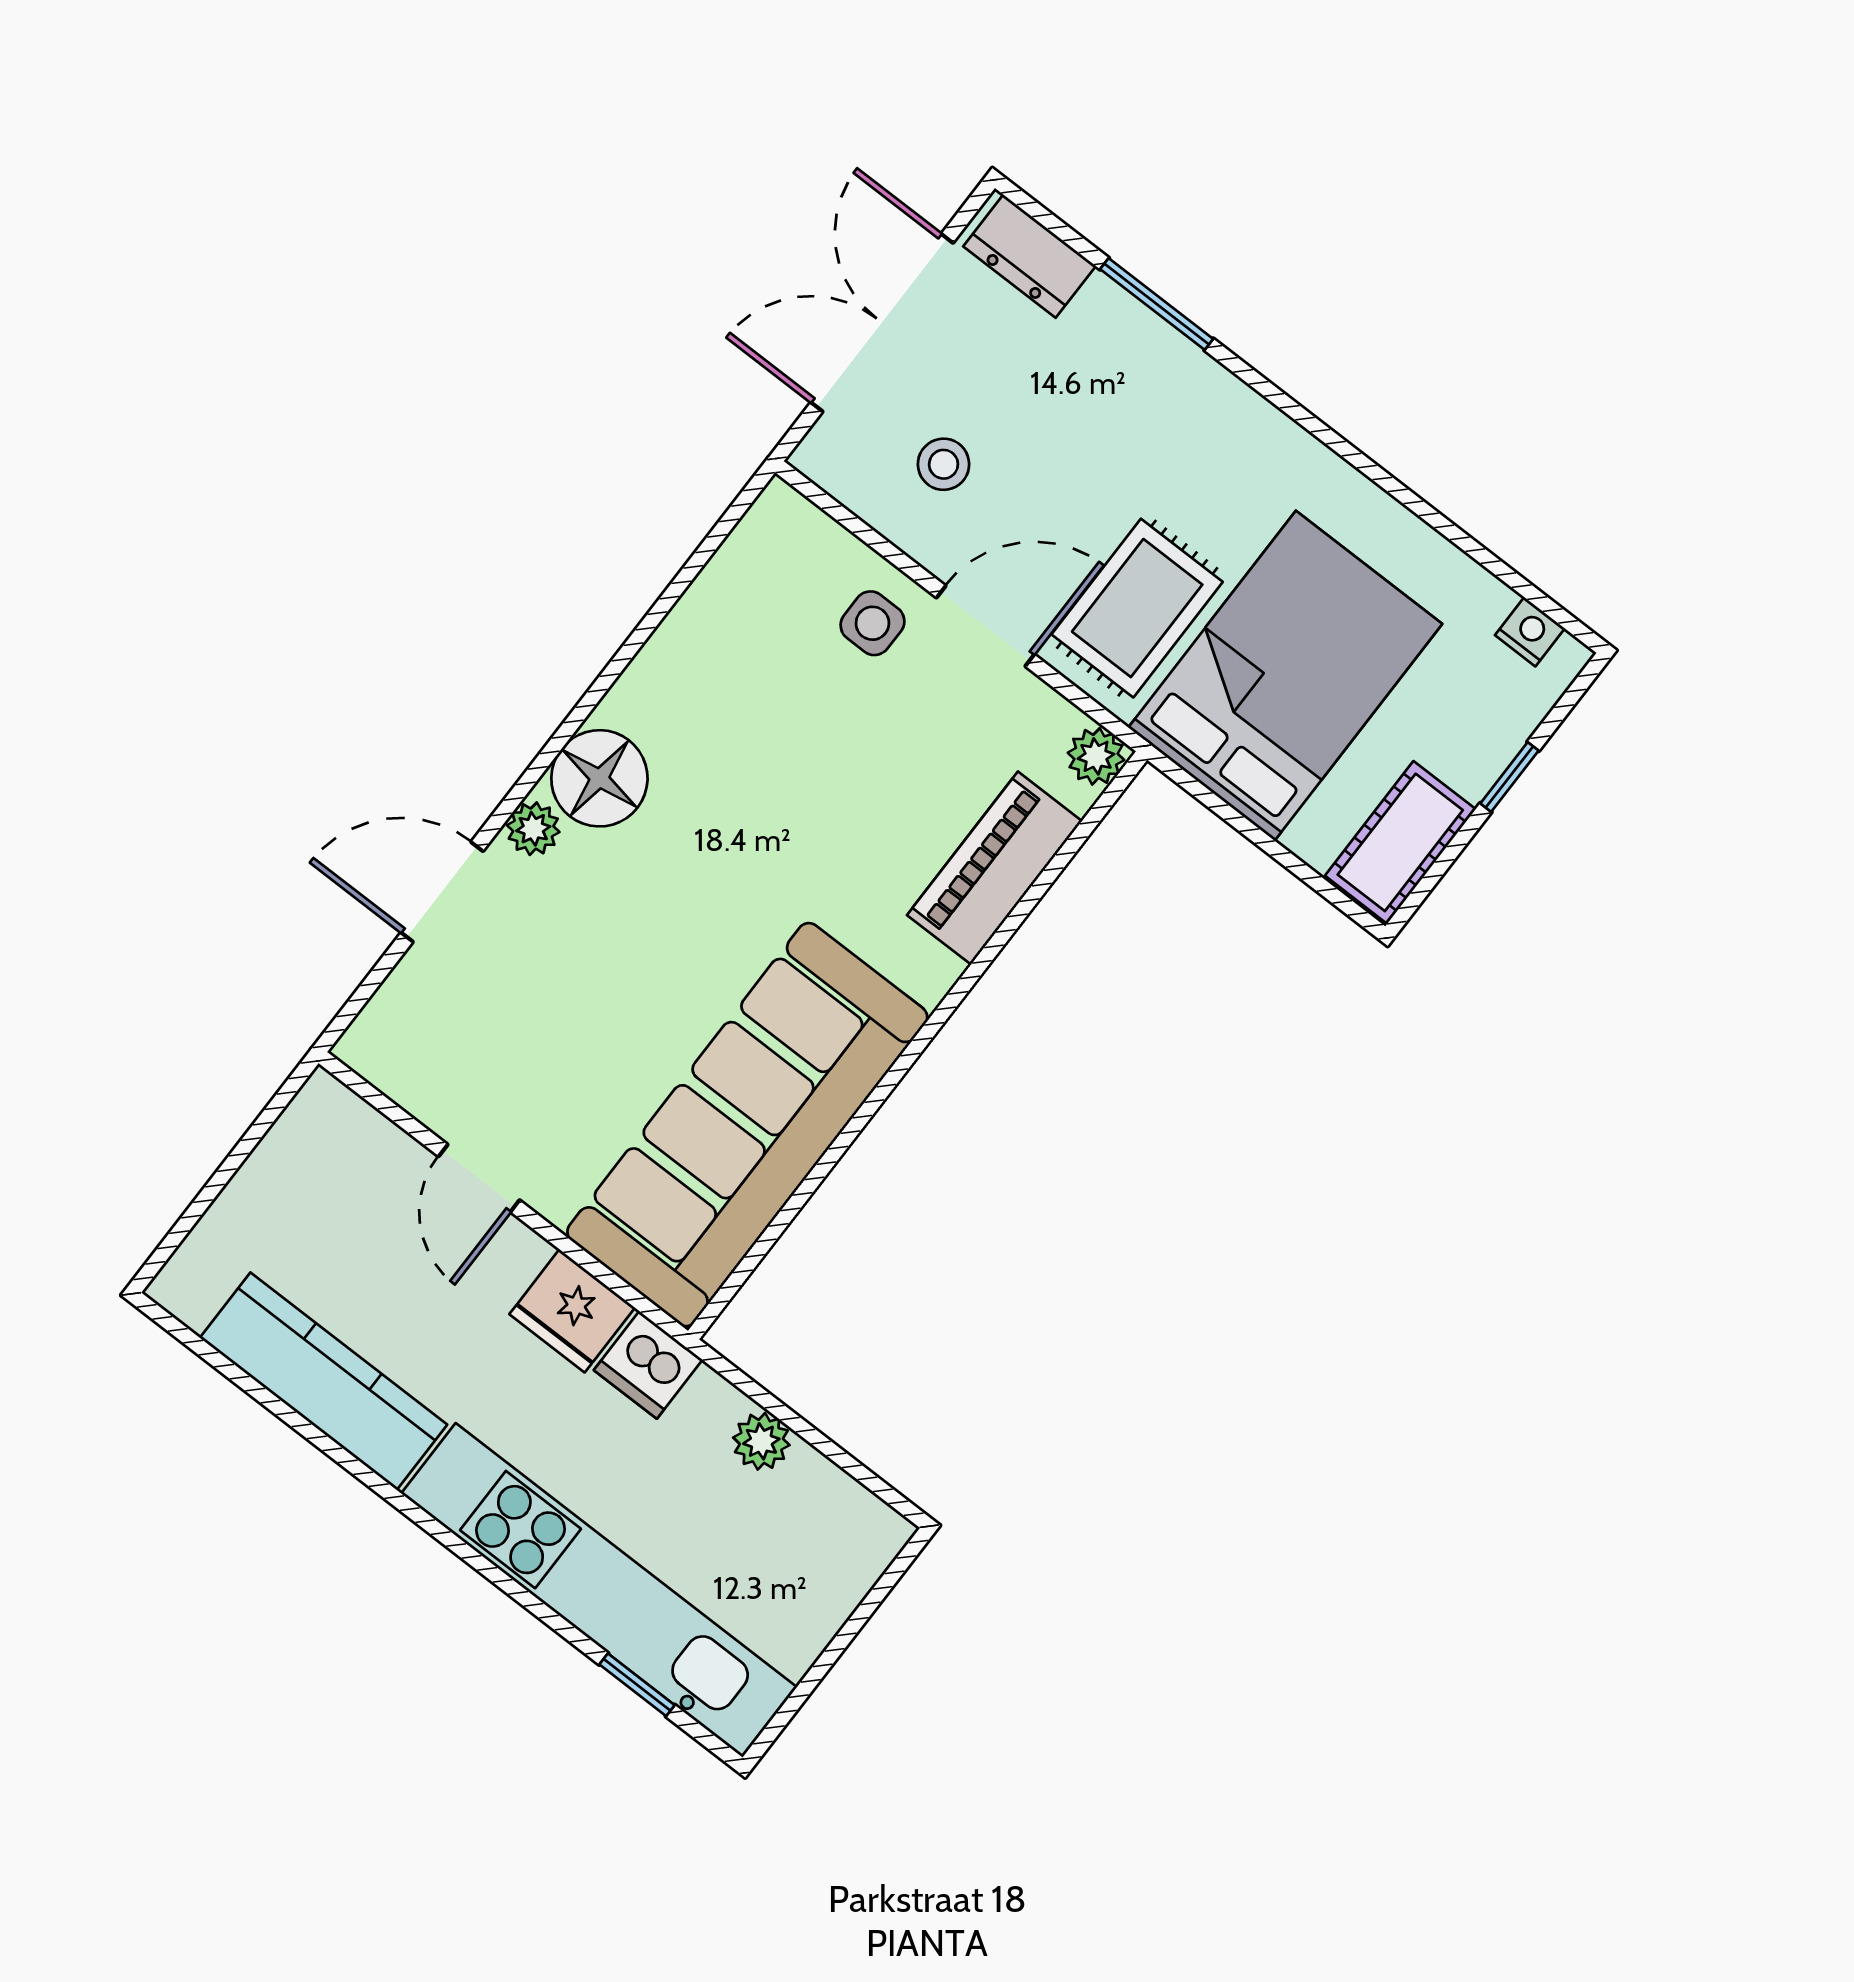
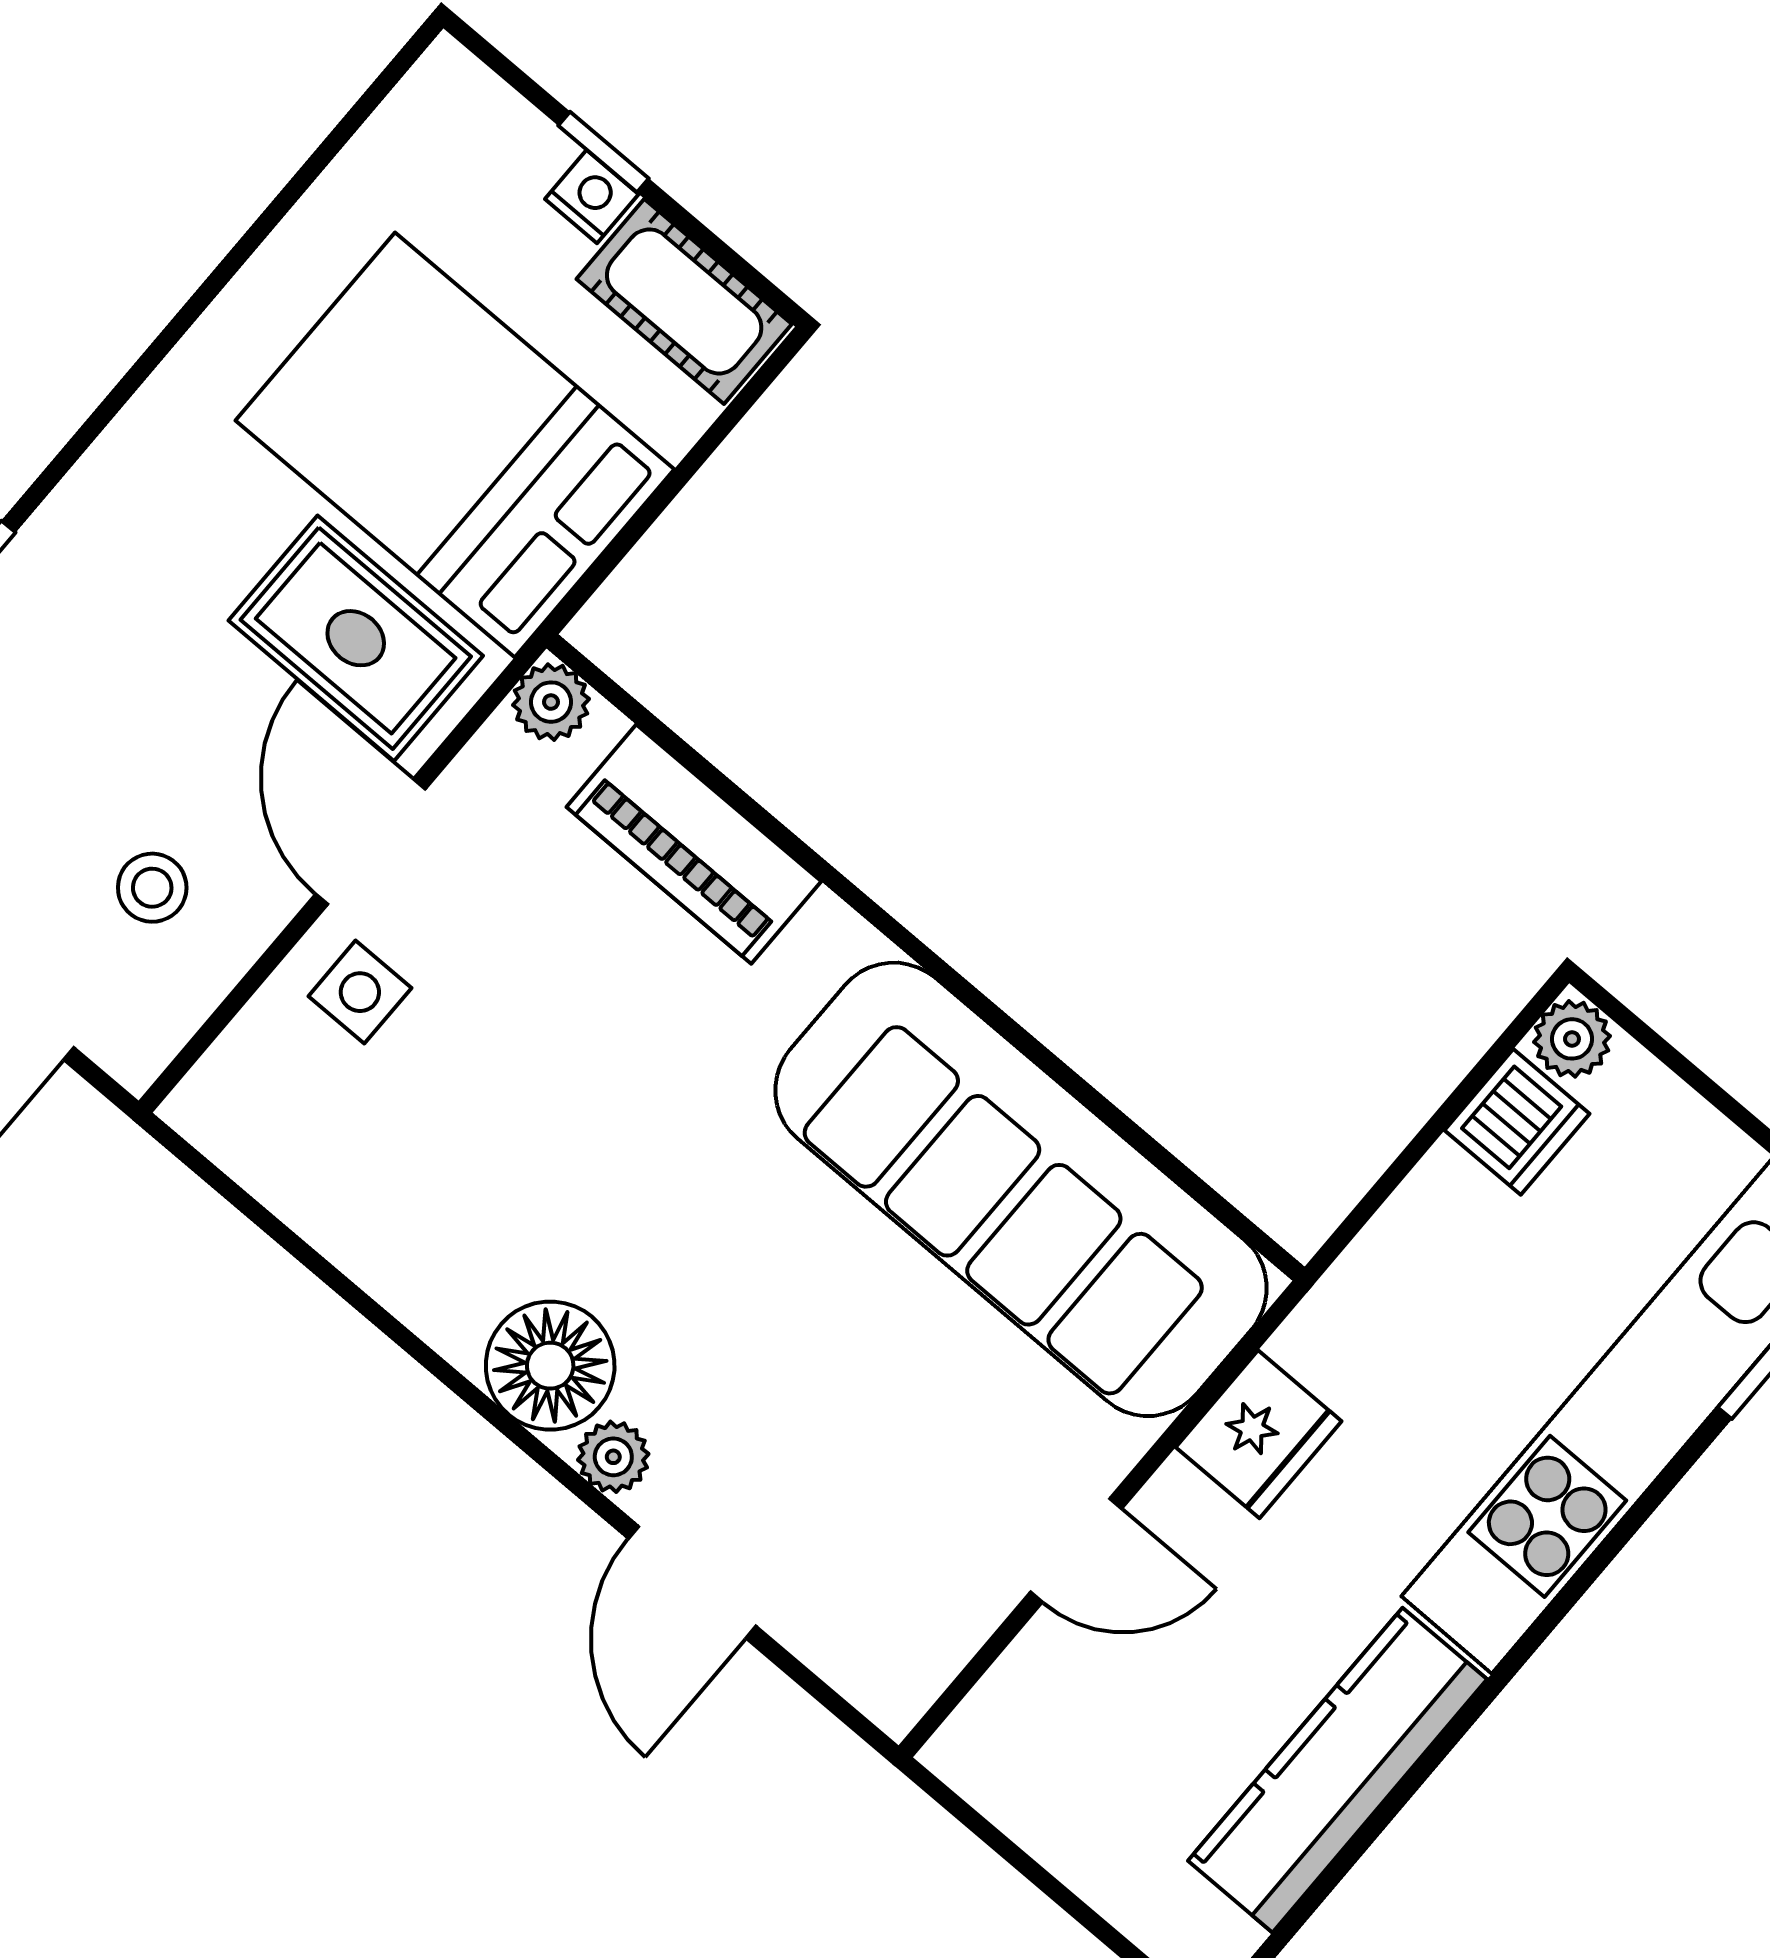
nightstand: (1530, 632) -> (592, 197), moved, turned 90
dishwasher: (648, 1365) -> (1517, 1122), moved
plant: (761, 1441) -> (1572, 1039), moved

